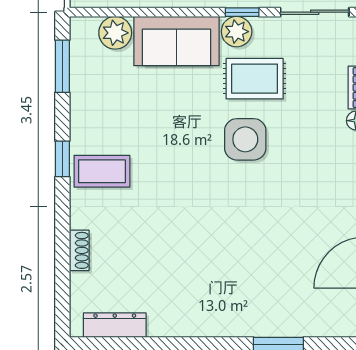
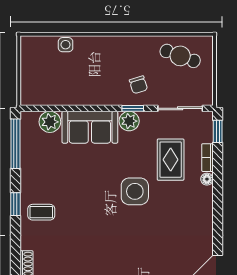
window: (62, 66) -> (15, 144), width x1.44
rug: (255, 79) -> (171, 160), moved, turned 90
coffee table: (102, 171) -> (41, 212), width x0.73, depth x0.77

